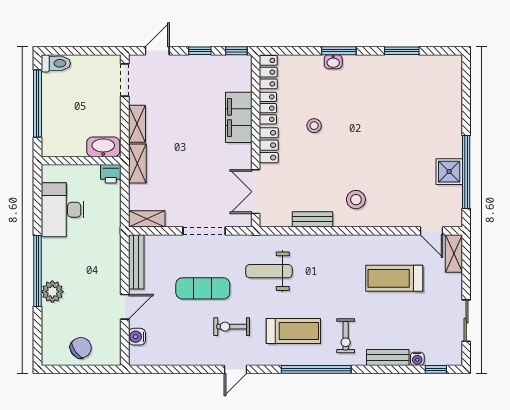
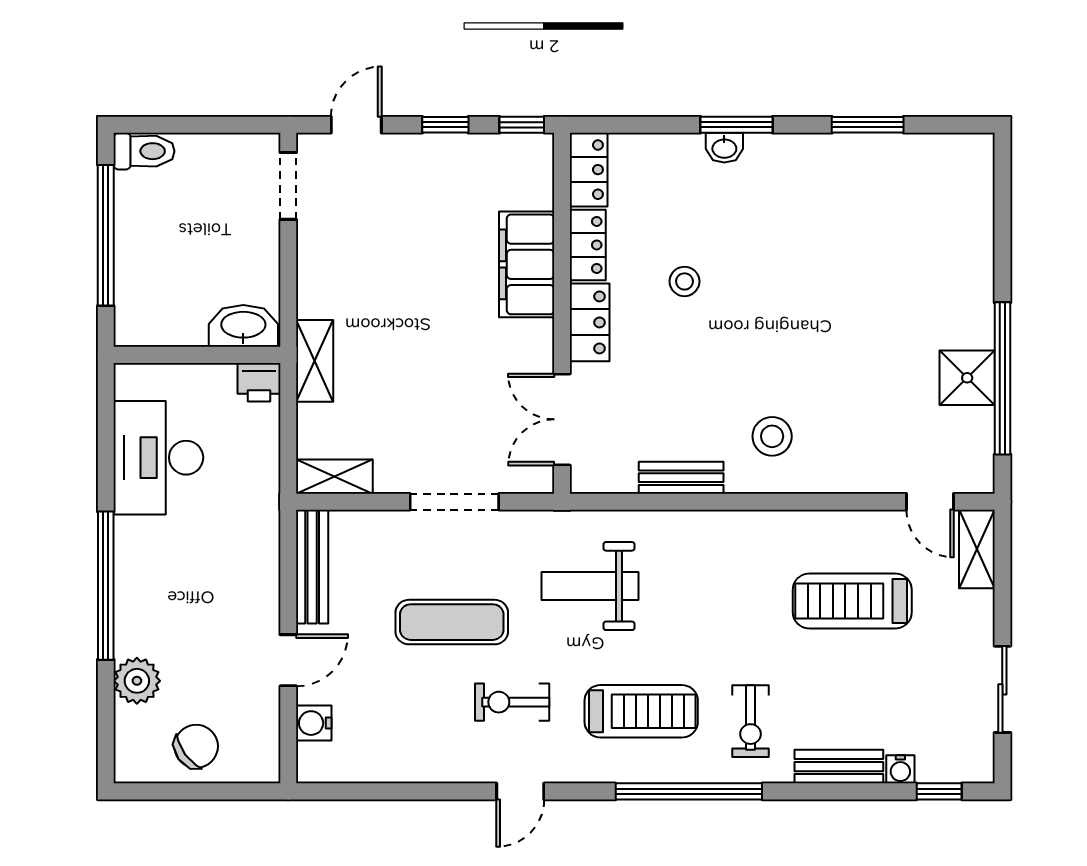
shelving: (137, 124) -> (314, 278), removed
plant: (52, 292) -> (137, 681), moved

